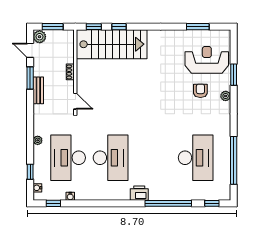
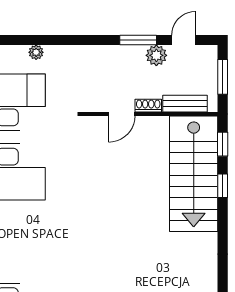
plant: (40, 37) -> (156, 55), moved
bench: (38, 90) -> (185, 104), moved
door: (75, 101) -> (122, 114), moved

